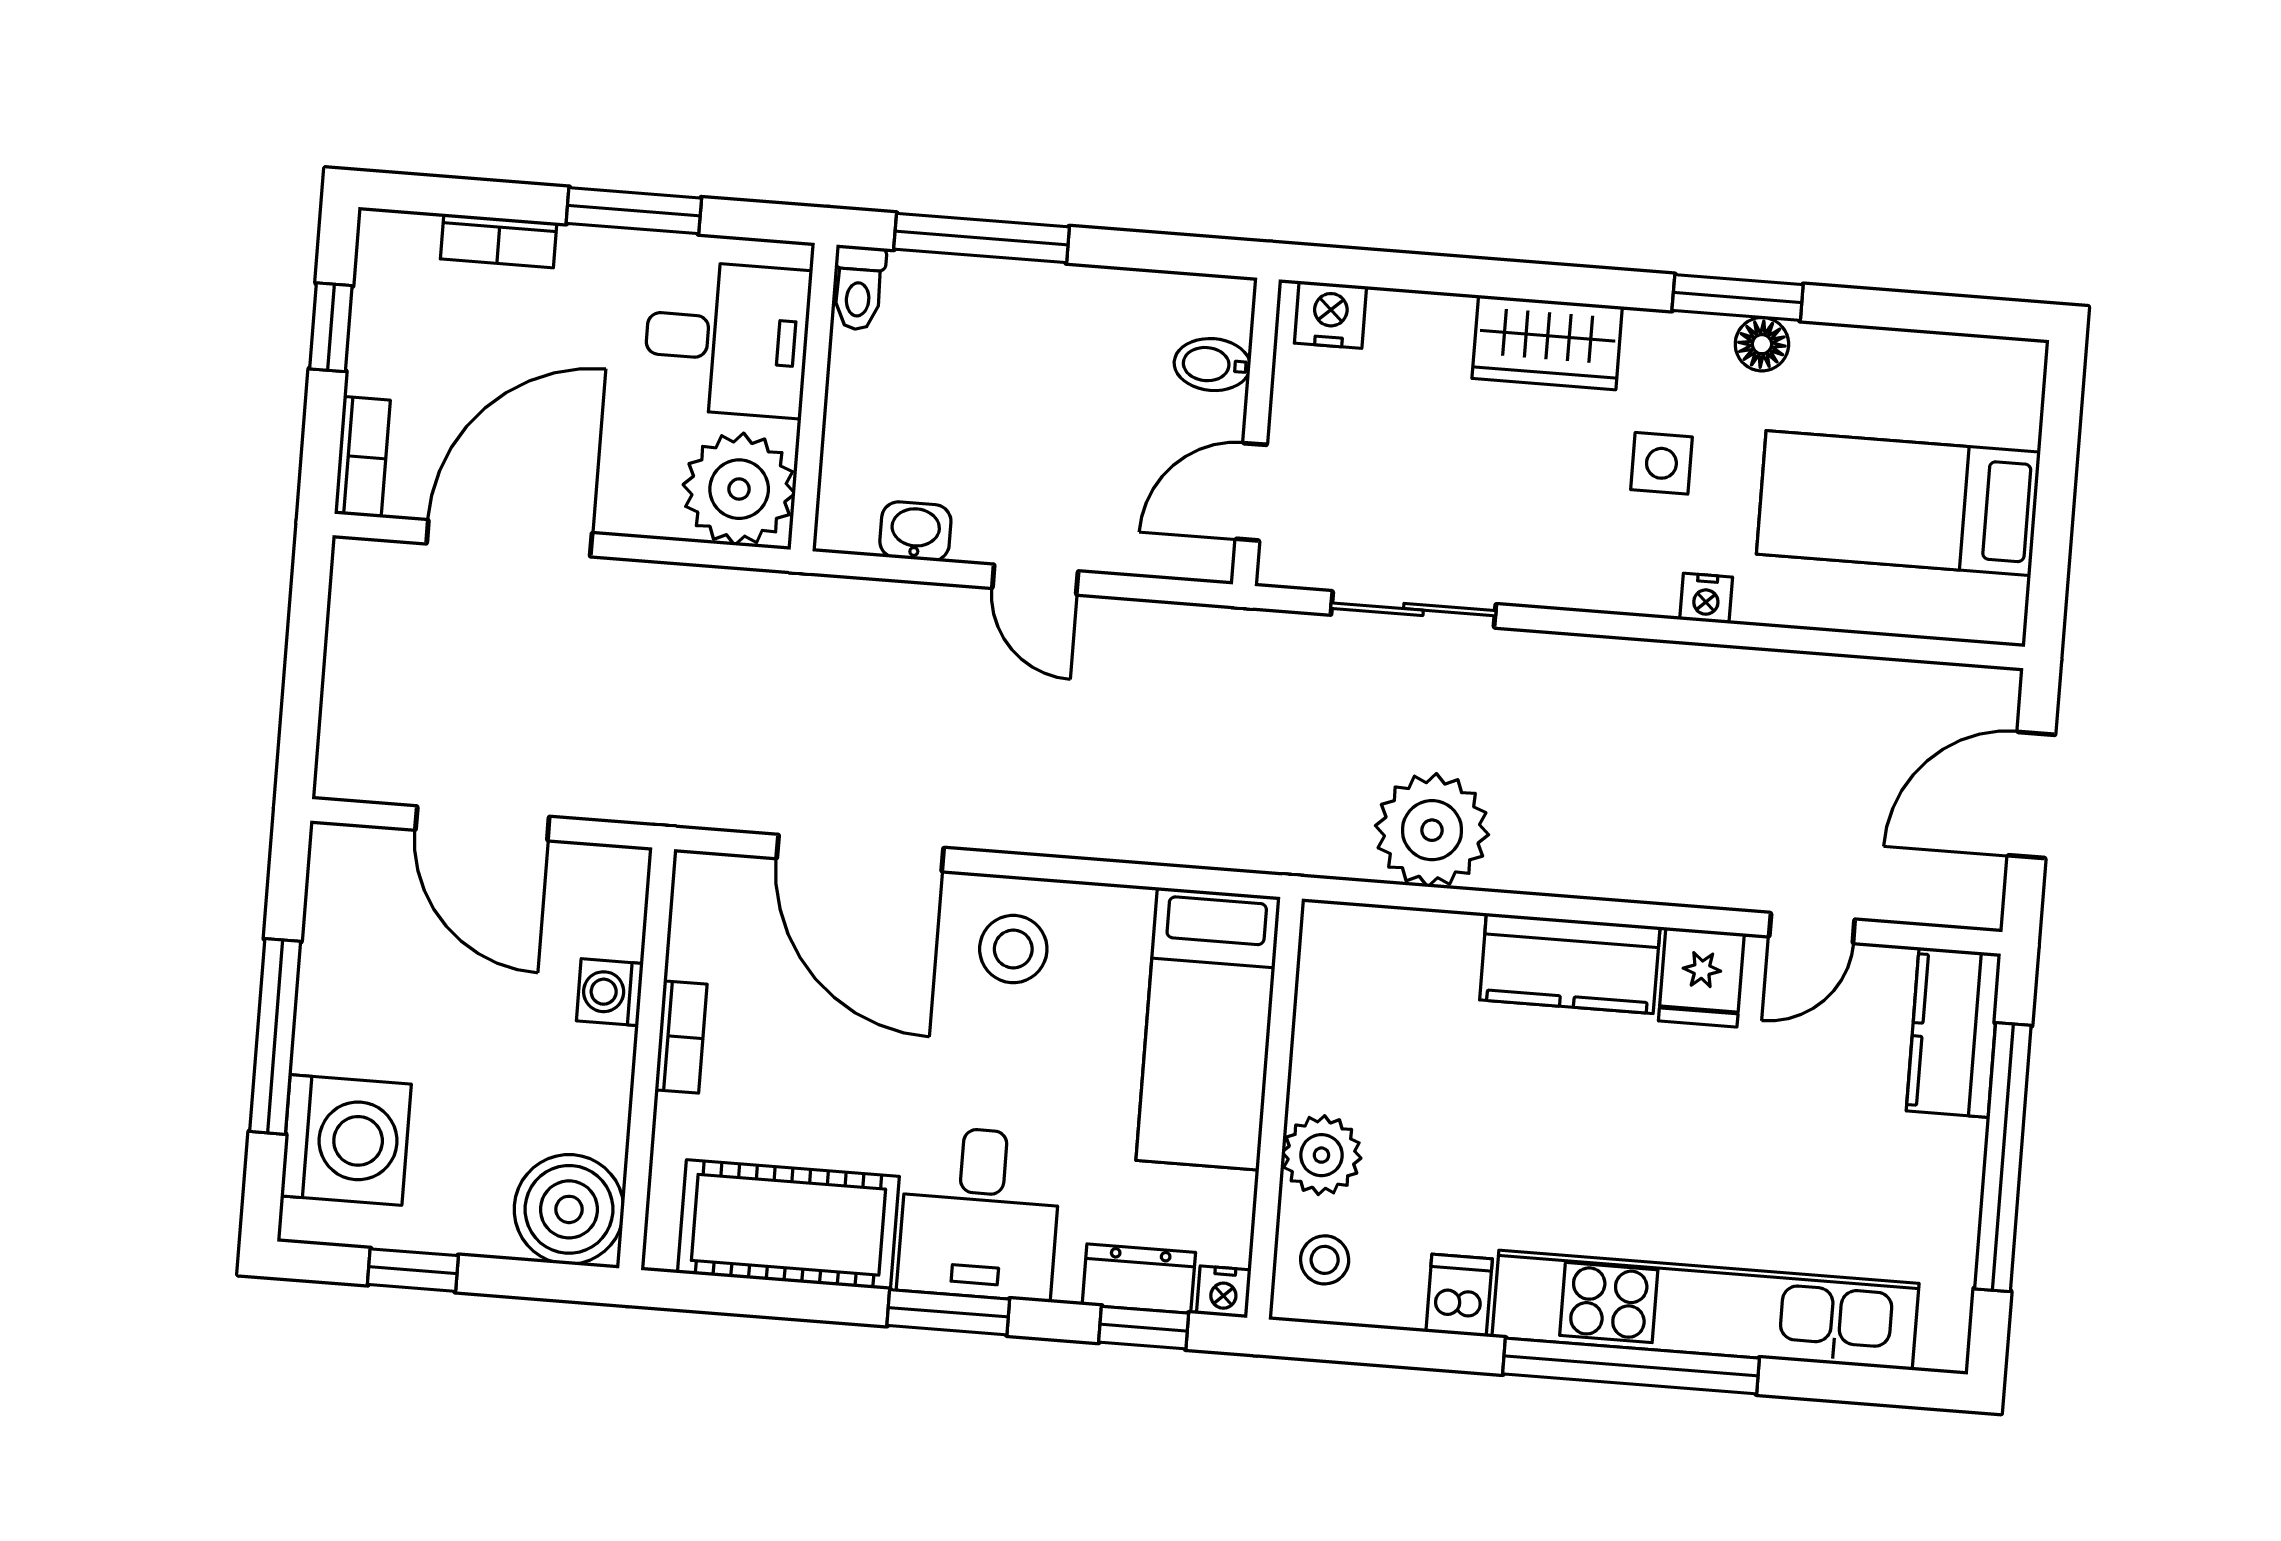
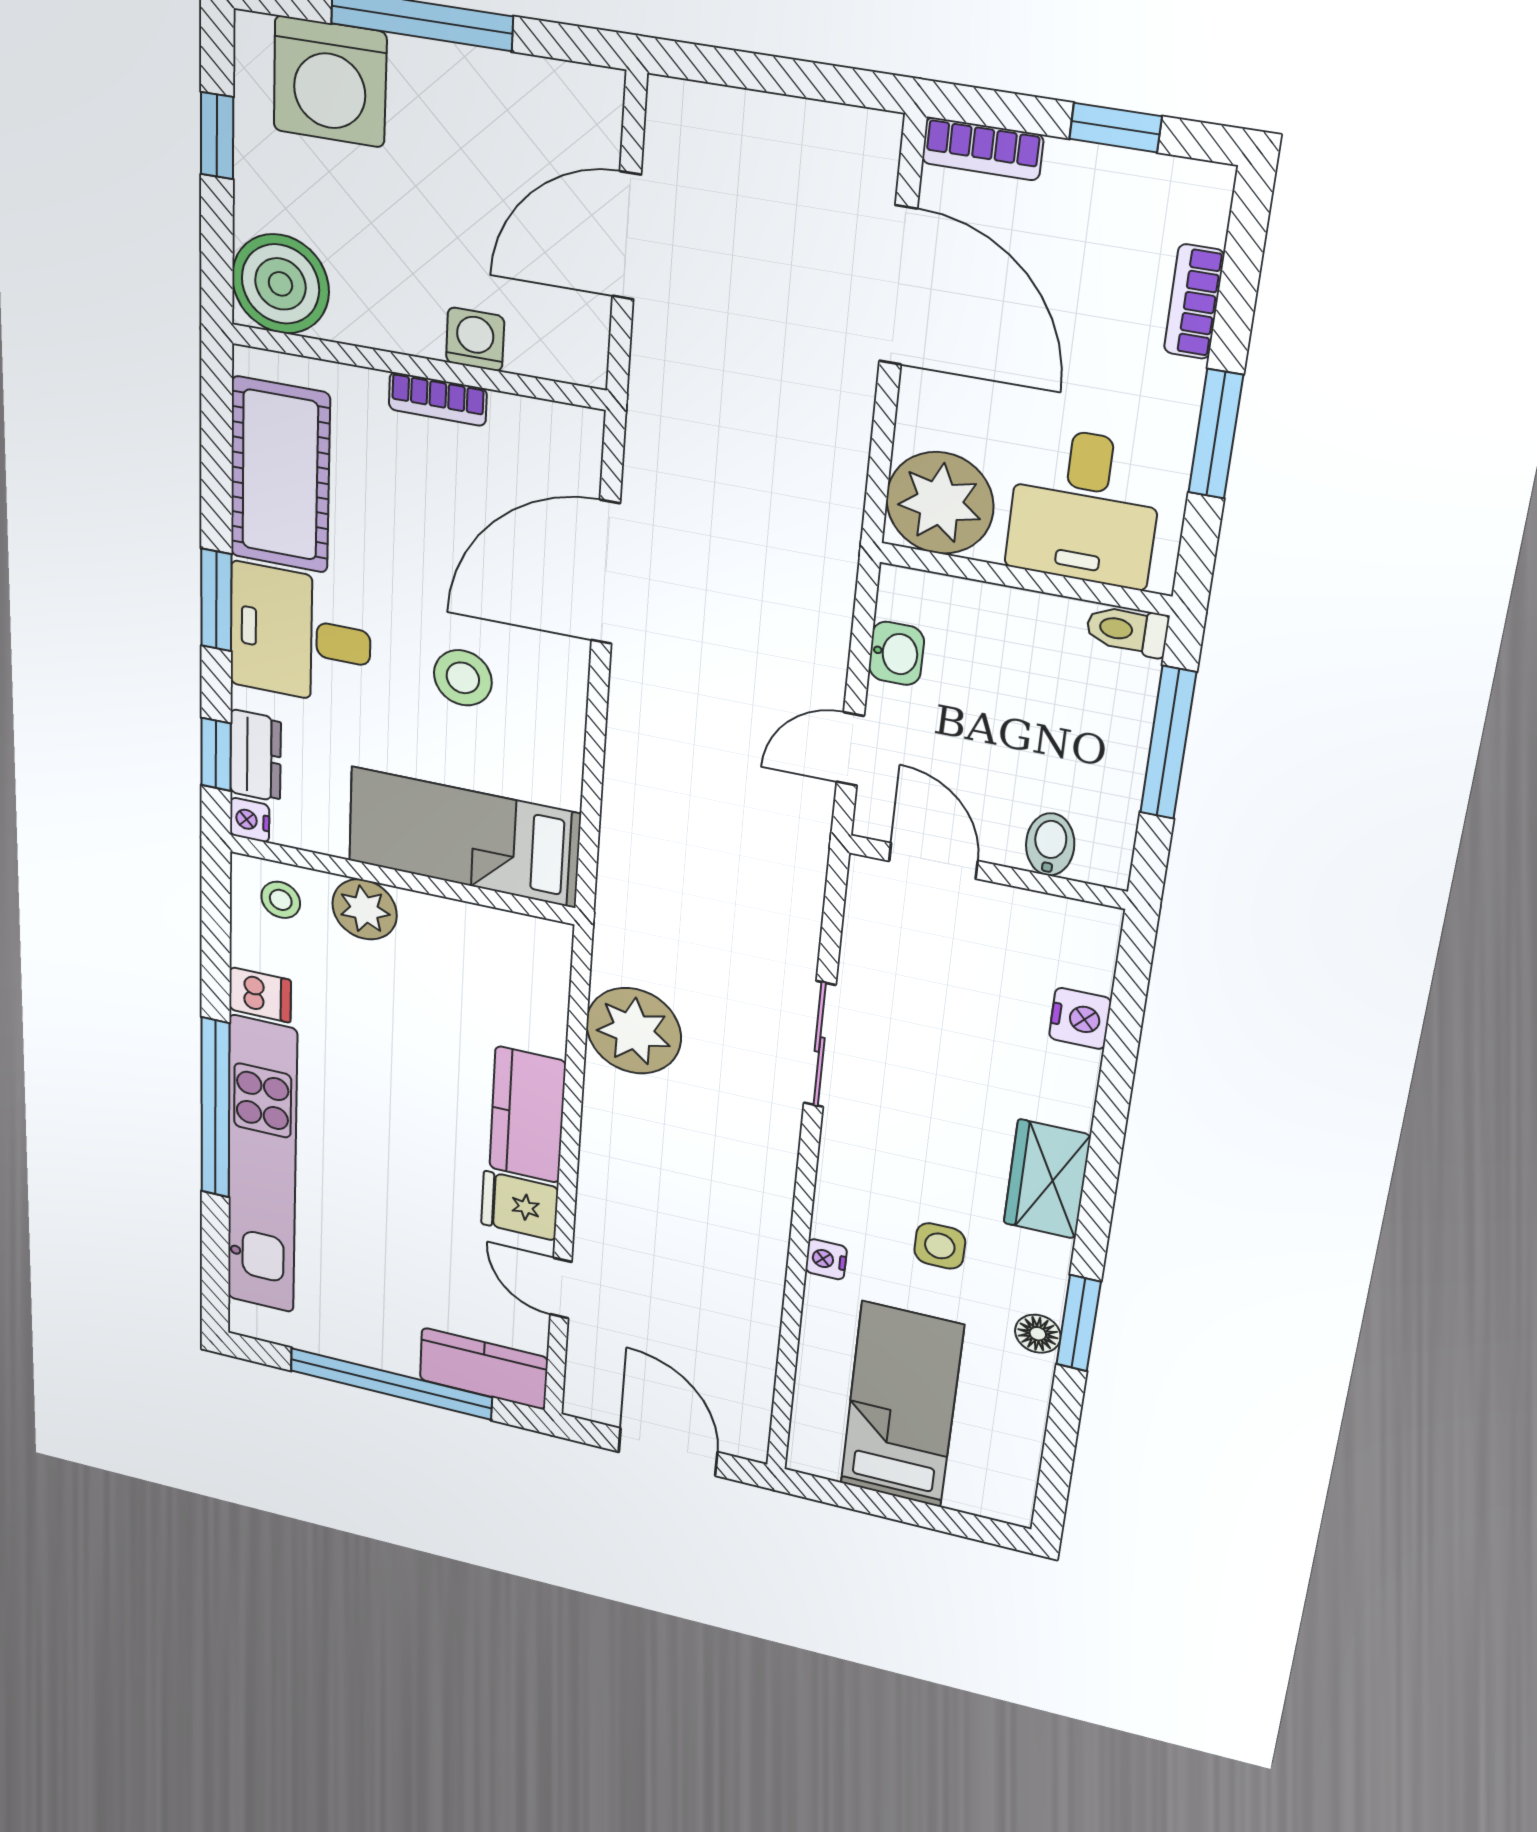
bidet: (1212, 365) -> (1050, 844), moved
wall: (1256, 432) -> (987, 872), moved
door: (1251, 492) -> (933, 861), moved
stool: (1013, 949) -> (463, 678), moved

